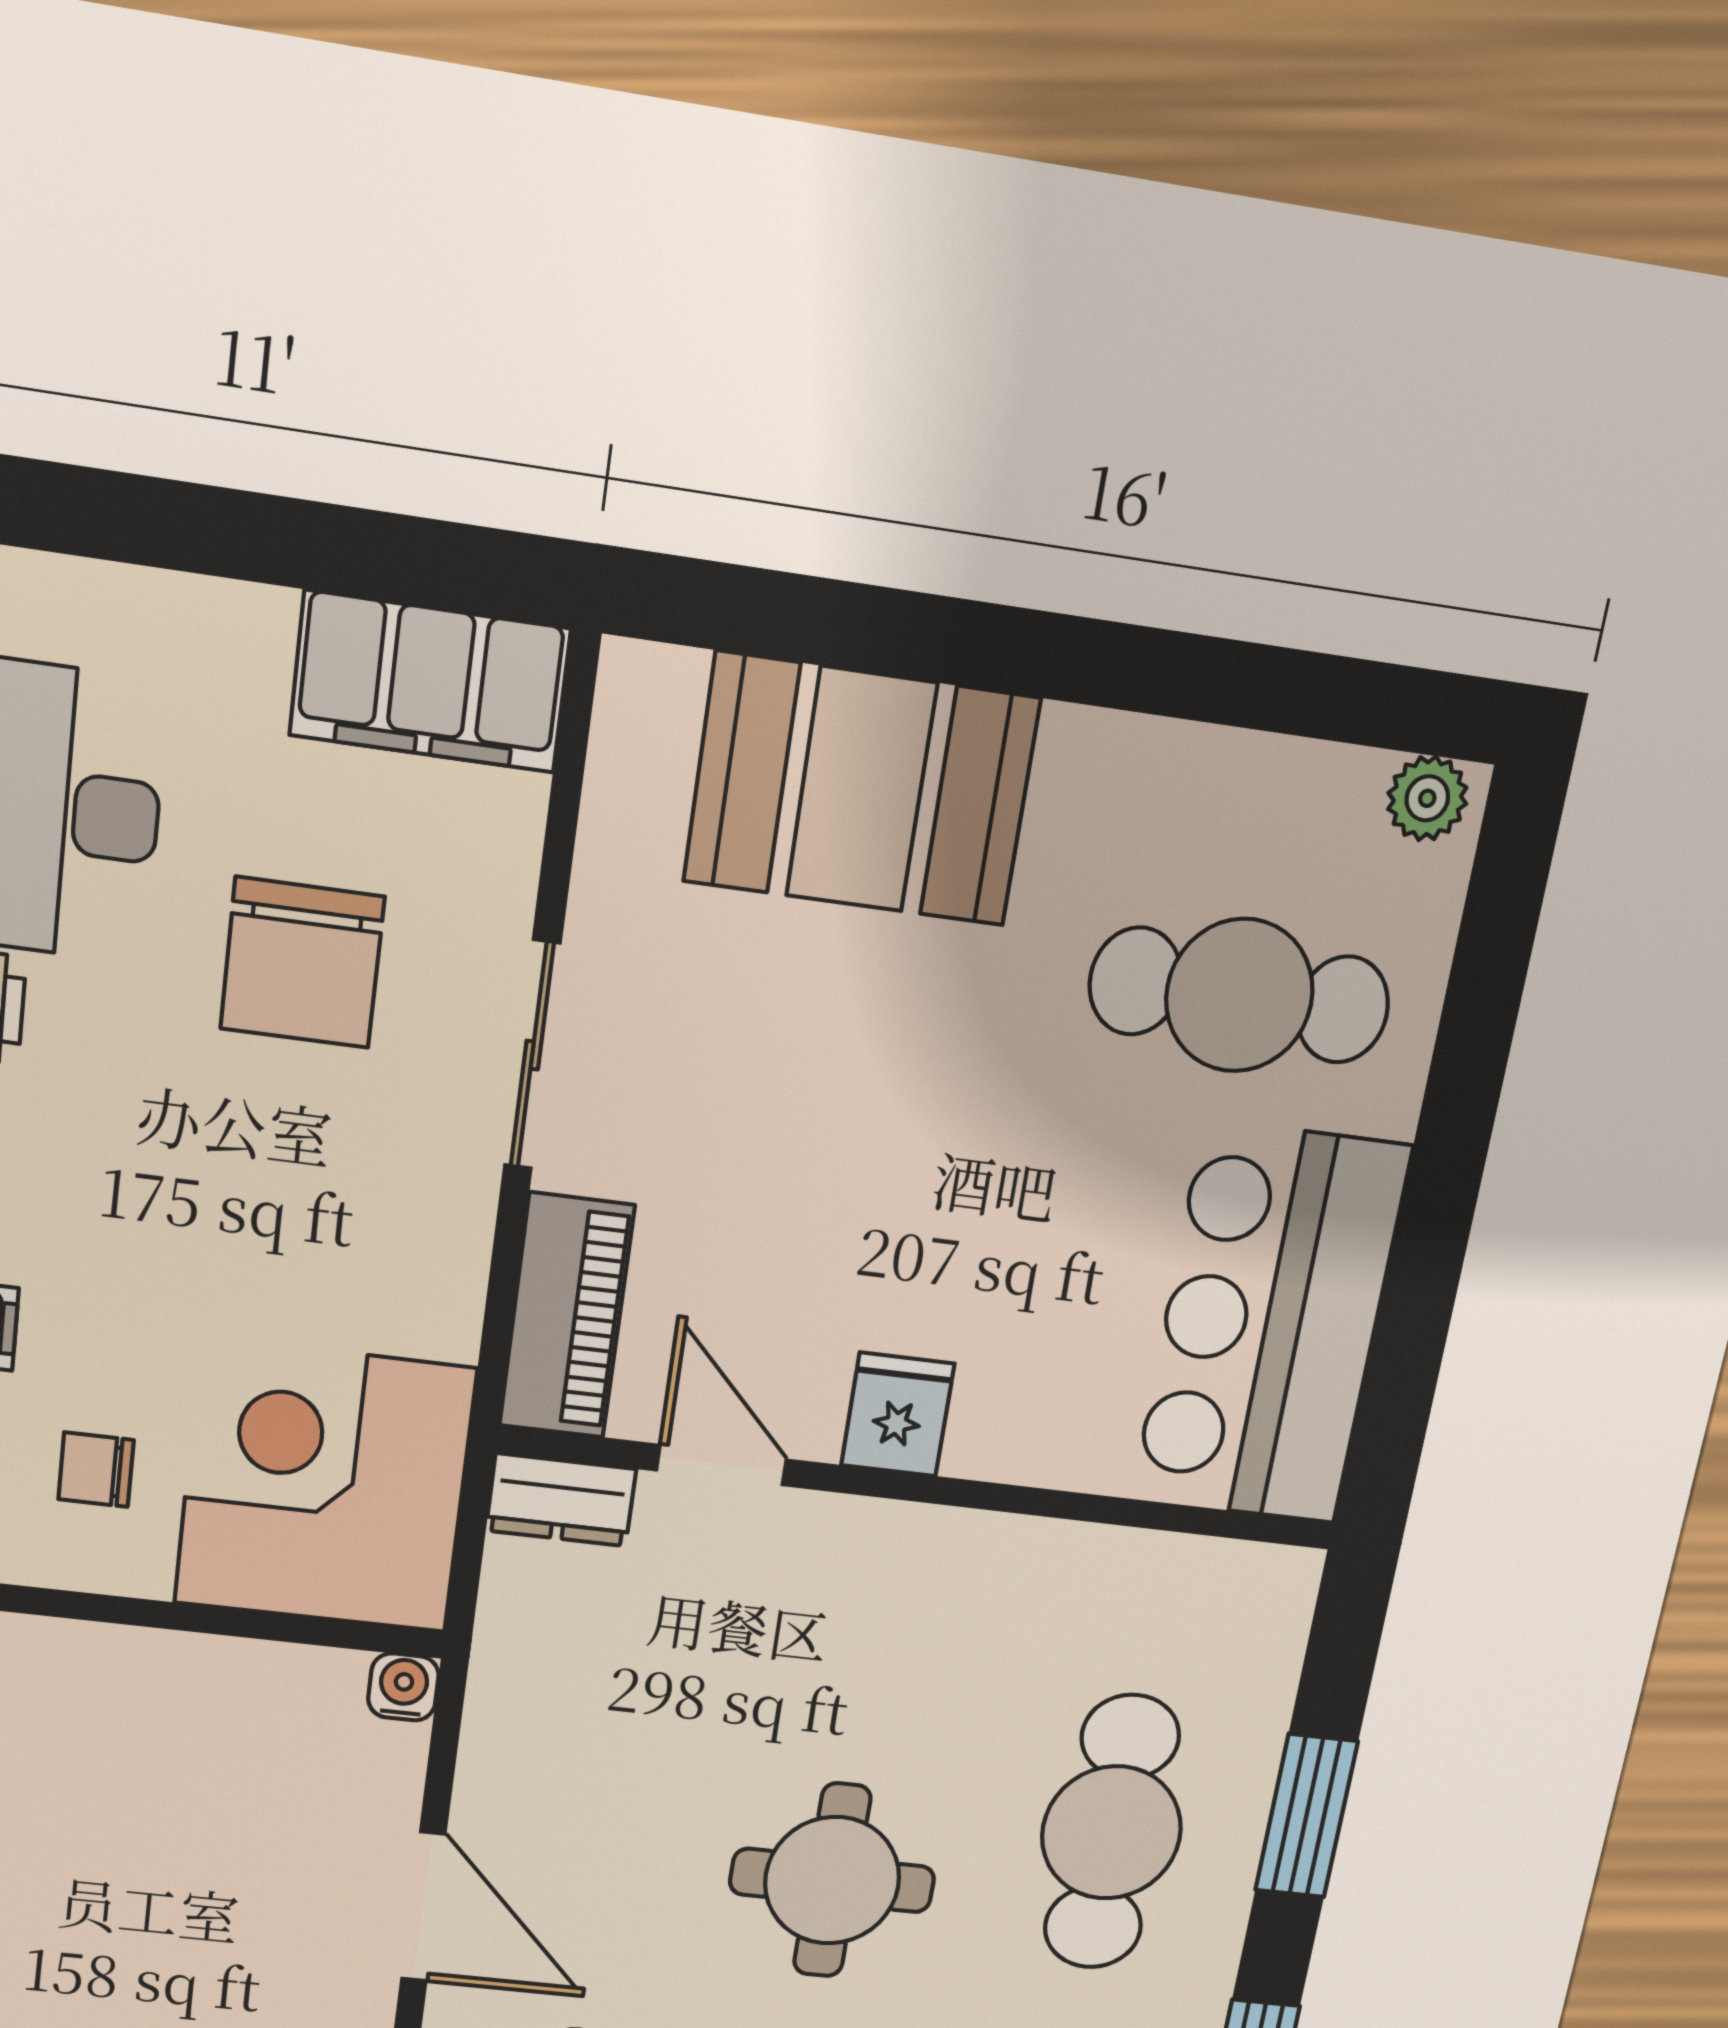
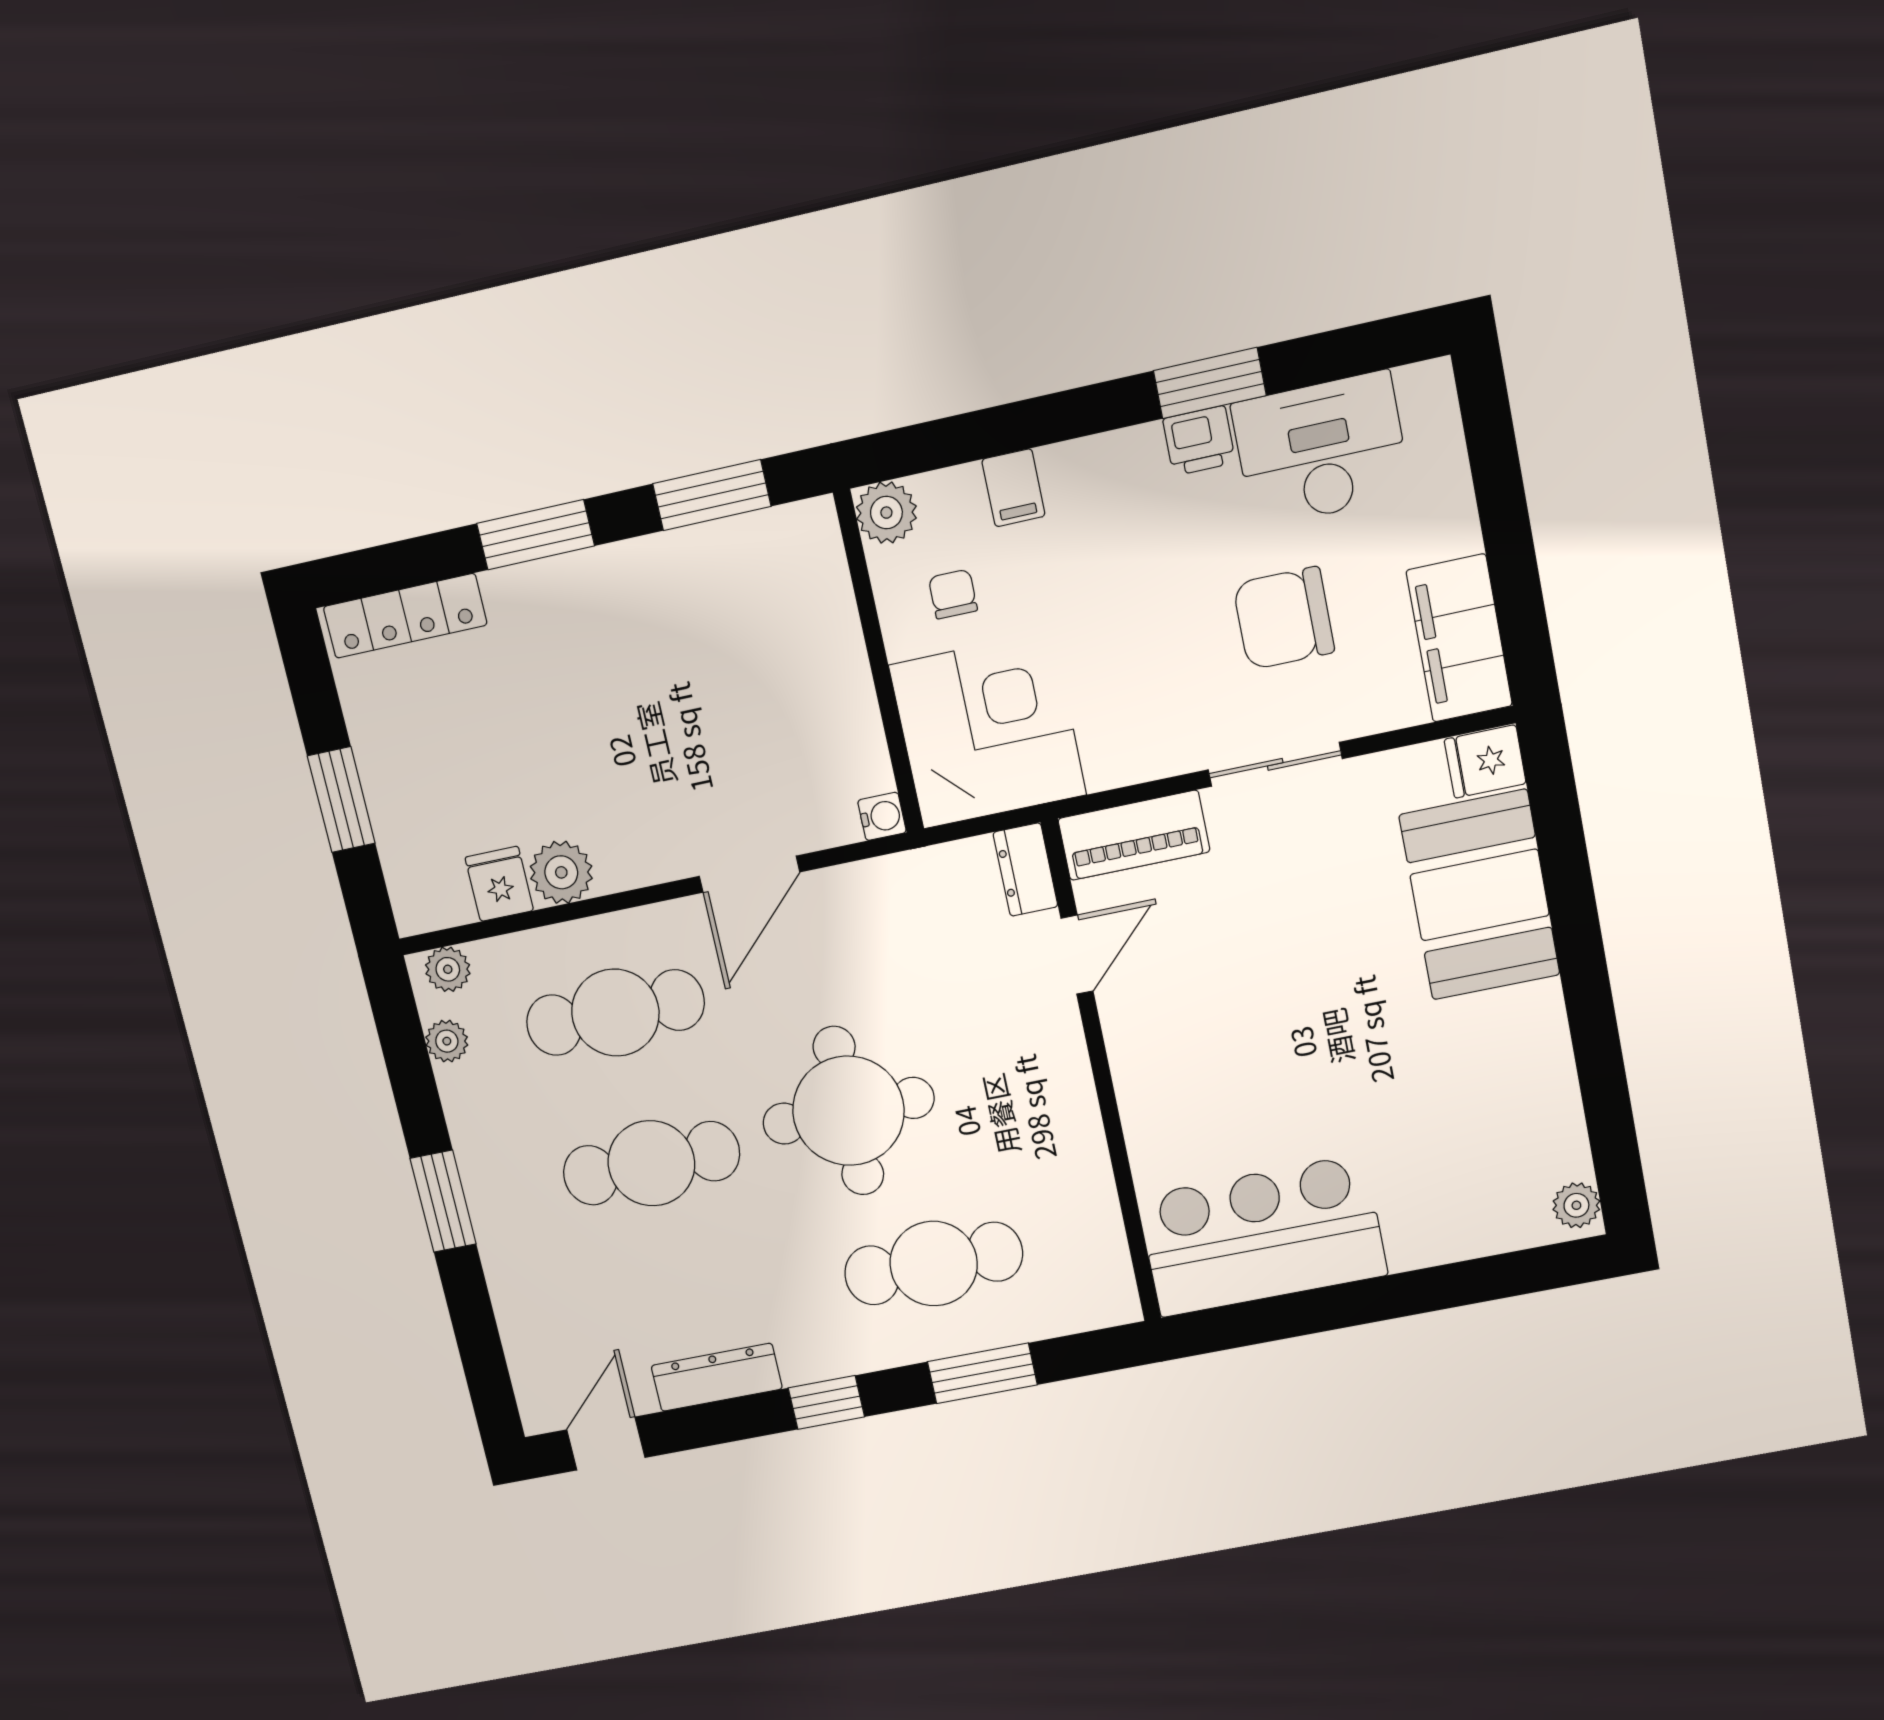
cafe table: (1239, 995) -> (1438, 1145), removed
fridge: (898, 1414) -> (1485, 762), moved, turned 180
round table: (832, 1880) -> (848, 1111), width x1.36, depth x1.36

